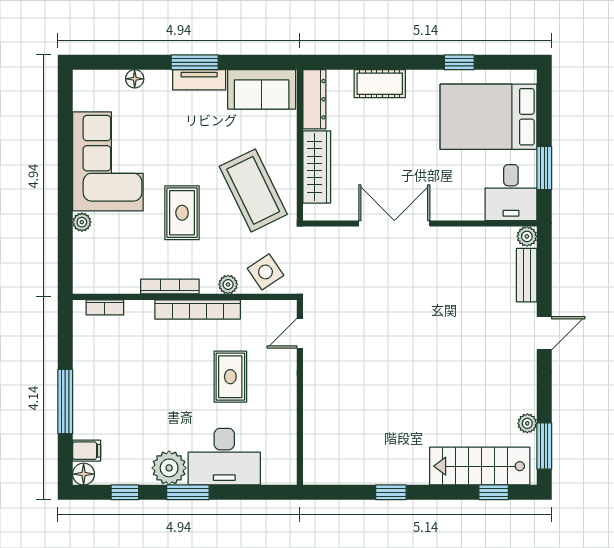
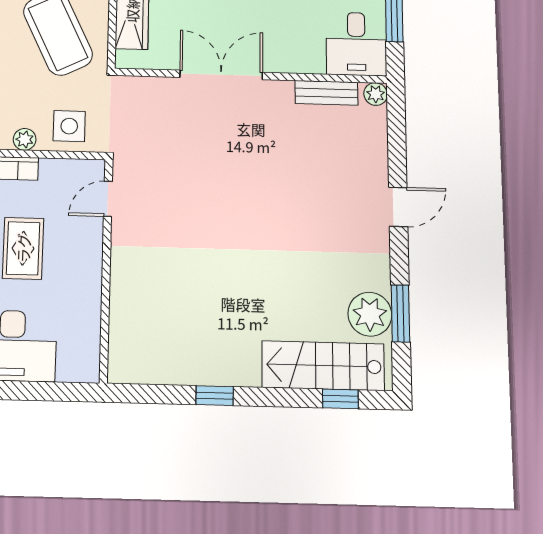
side table: (265, 272) -> (69, 126), turned 34
bench: (527, 275) -> (326, 93), moved, turned 90
plant: (527, 423) -> (370, 314), width x1.87, depth x1.87
window: (544, 446) -> (400, 313), moved

